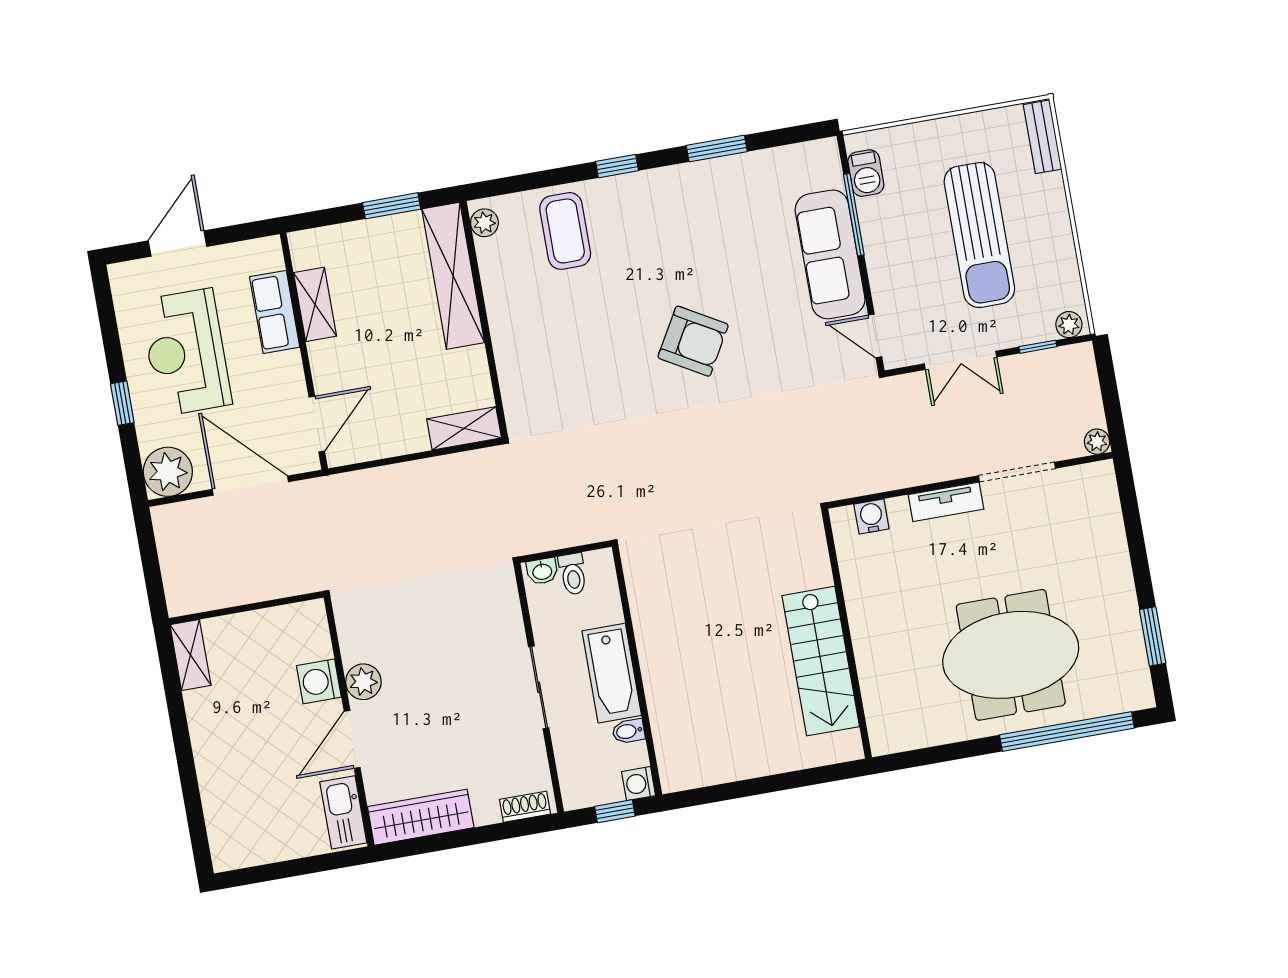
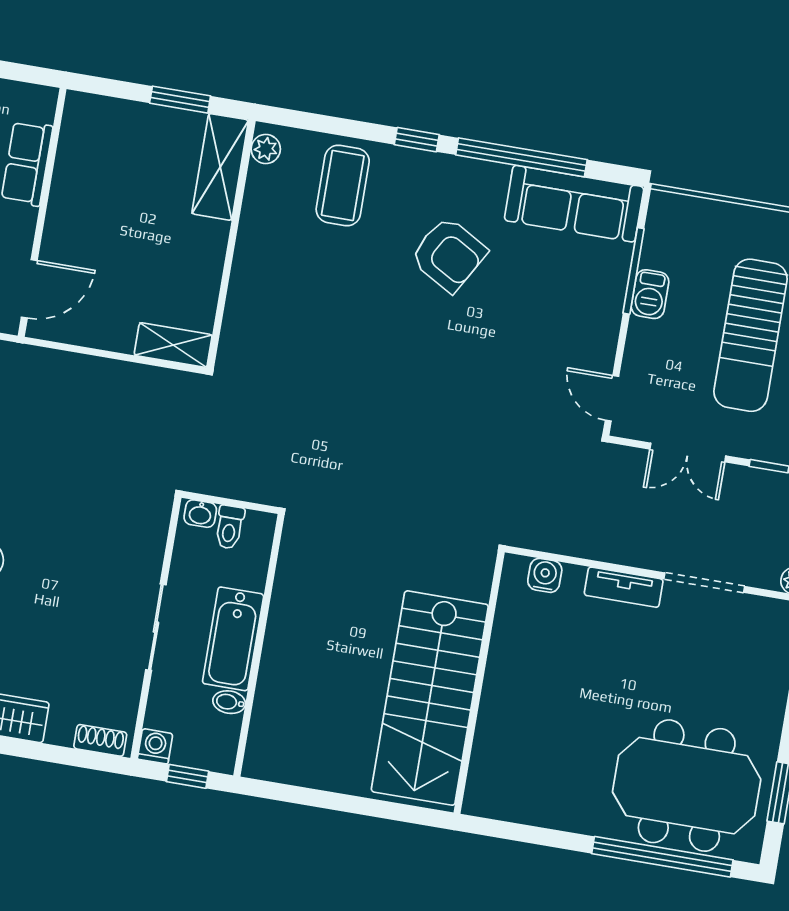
window: (717, 148) -> (521, 157), width x2.11
barbecue: (866, 173) -> (650, 294), moved
sofa: (830, 254) -> (574, 204), moved, turned -90
shelving: (453, 276) -> (220, 167), width x0.68
shelving: (315, 304) -> (70, 170), removed
armchair: (693, 341) -> (449, 254), moved
meeting table: (1011, 655) -> (687, 786), moved
stairs: (821, 661) -> (430, 698), width x1.36, depth x1.51
washing machine: (639, 784) -> (155, 746), moved, turned 90

